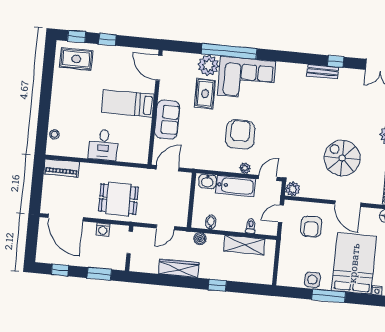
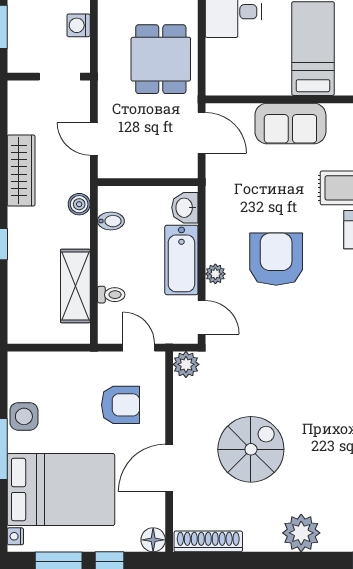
armchair: (240, 134) -> (276, 259), turned -90
dining table: (118, 199) -> (161, 59), moved
armchair: (311, 227) -> (121, 405), turned 180

